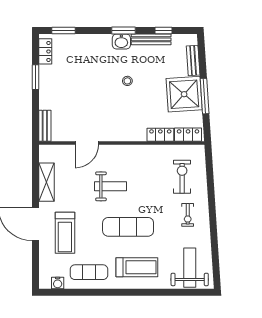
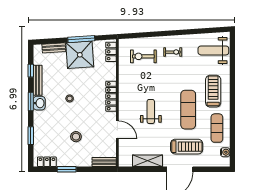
window: (63, 30) -> (31, 136), moved
stool: (78, 89) -> (76, 137), added
locker: (160, 135) -> (111, 96), moved, width x1.53
exercise mat: (128, 227) -> (188, 110), moved

